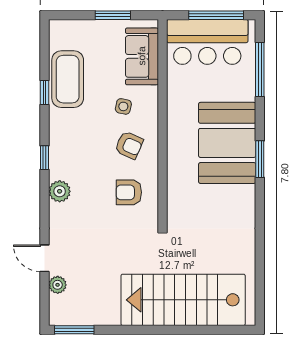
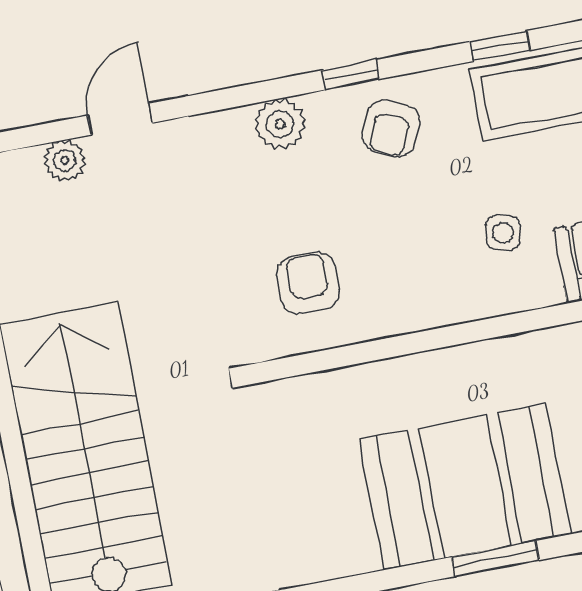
armchair: (129, 145) -> (391, 128), moved
window: (260, 159) -> (495, 559), moved

